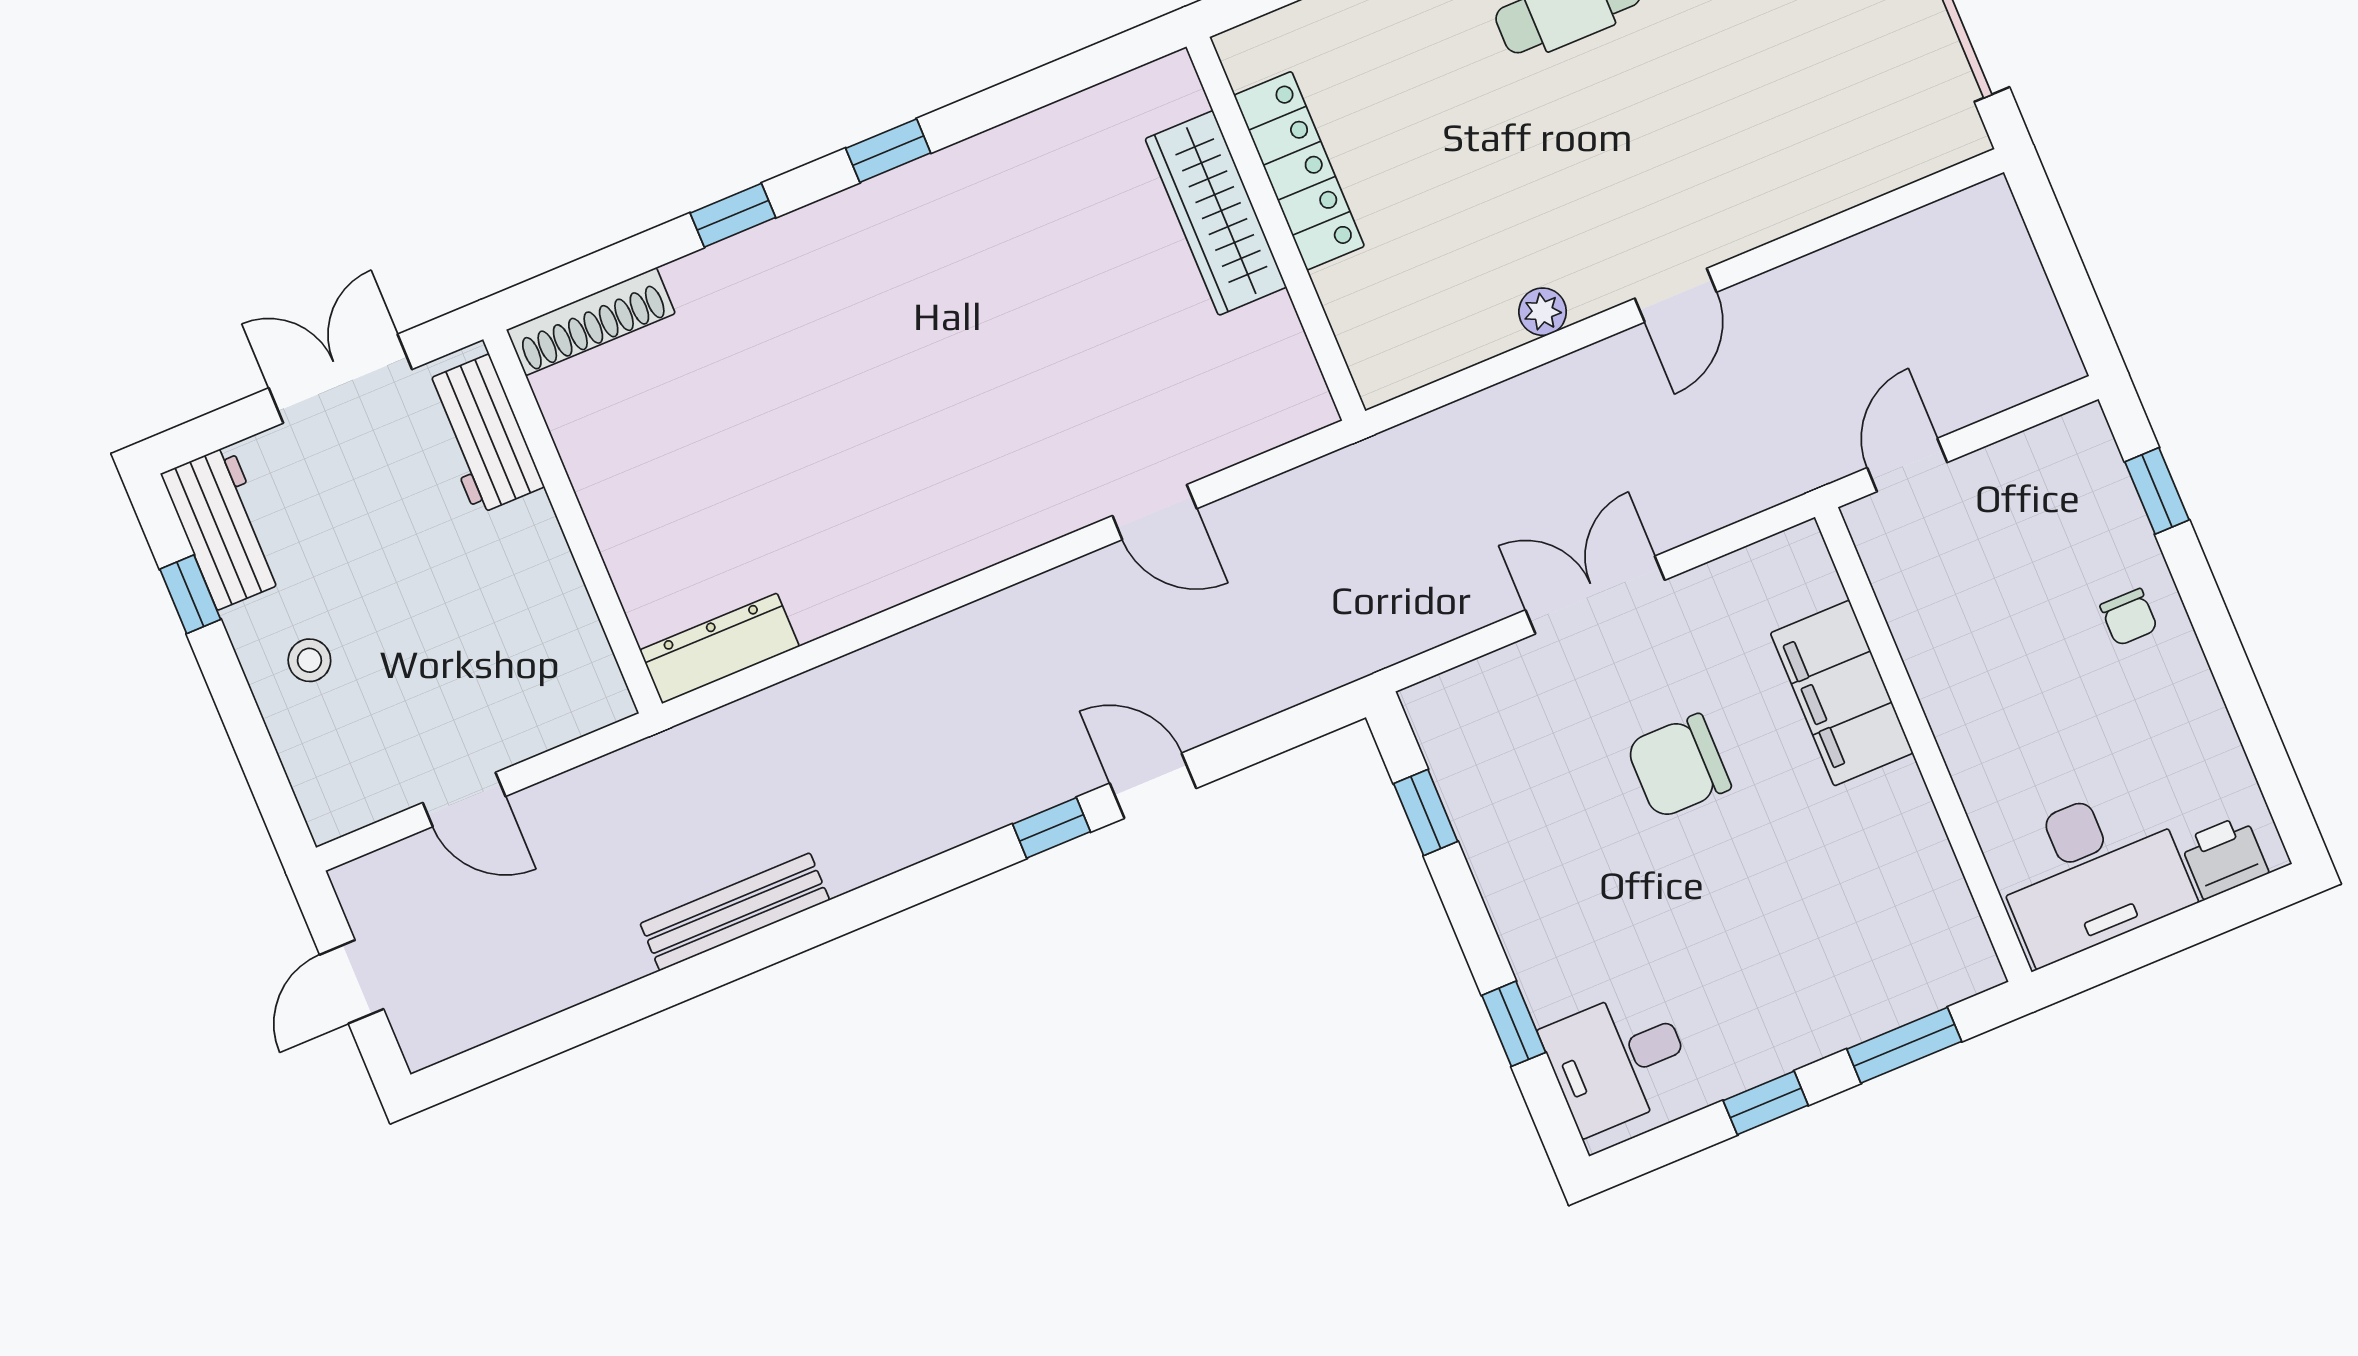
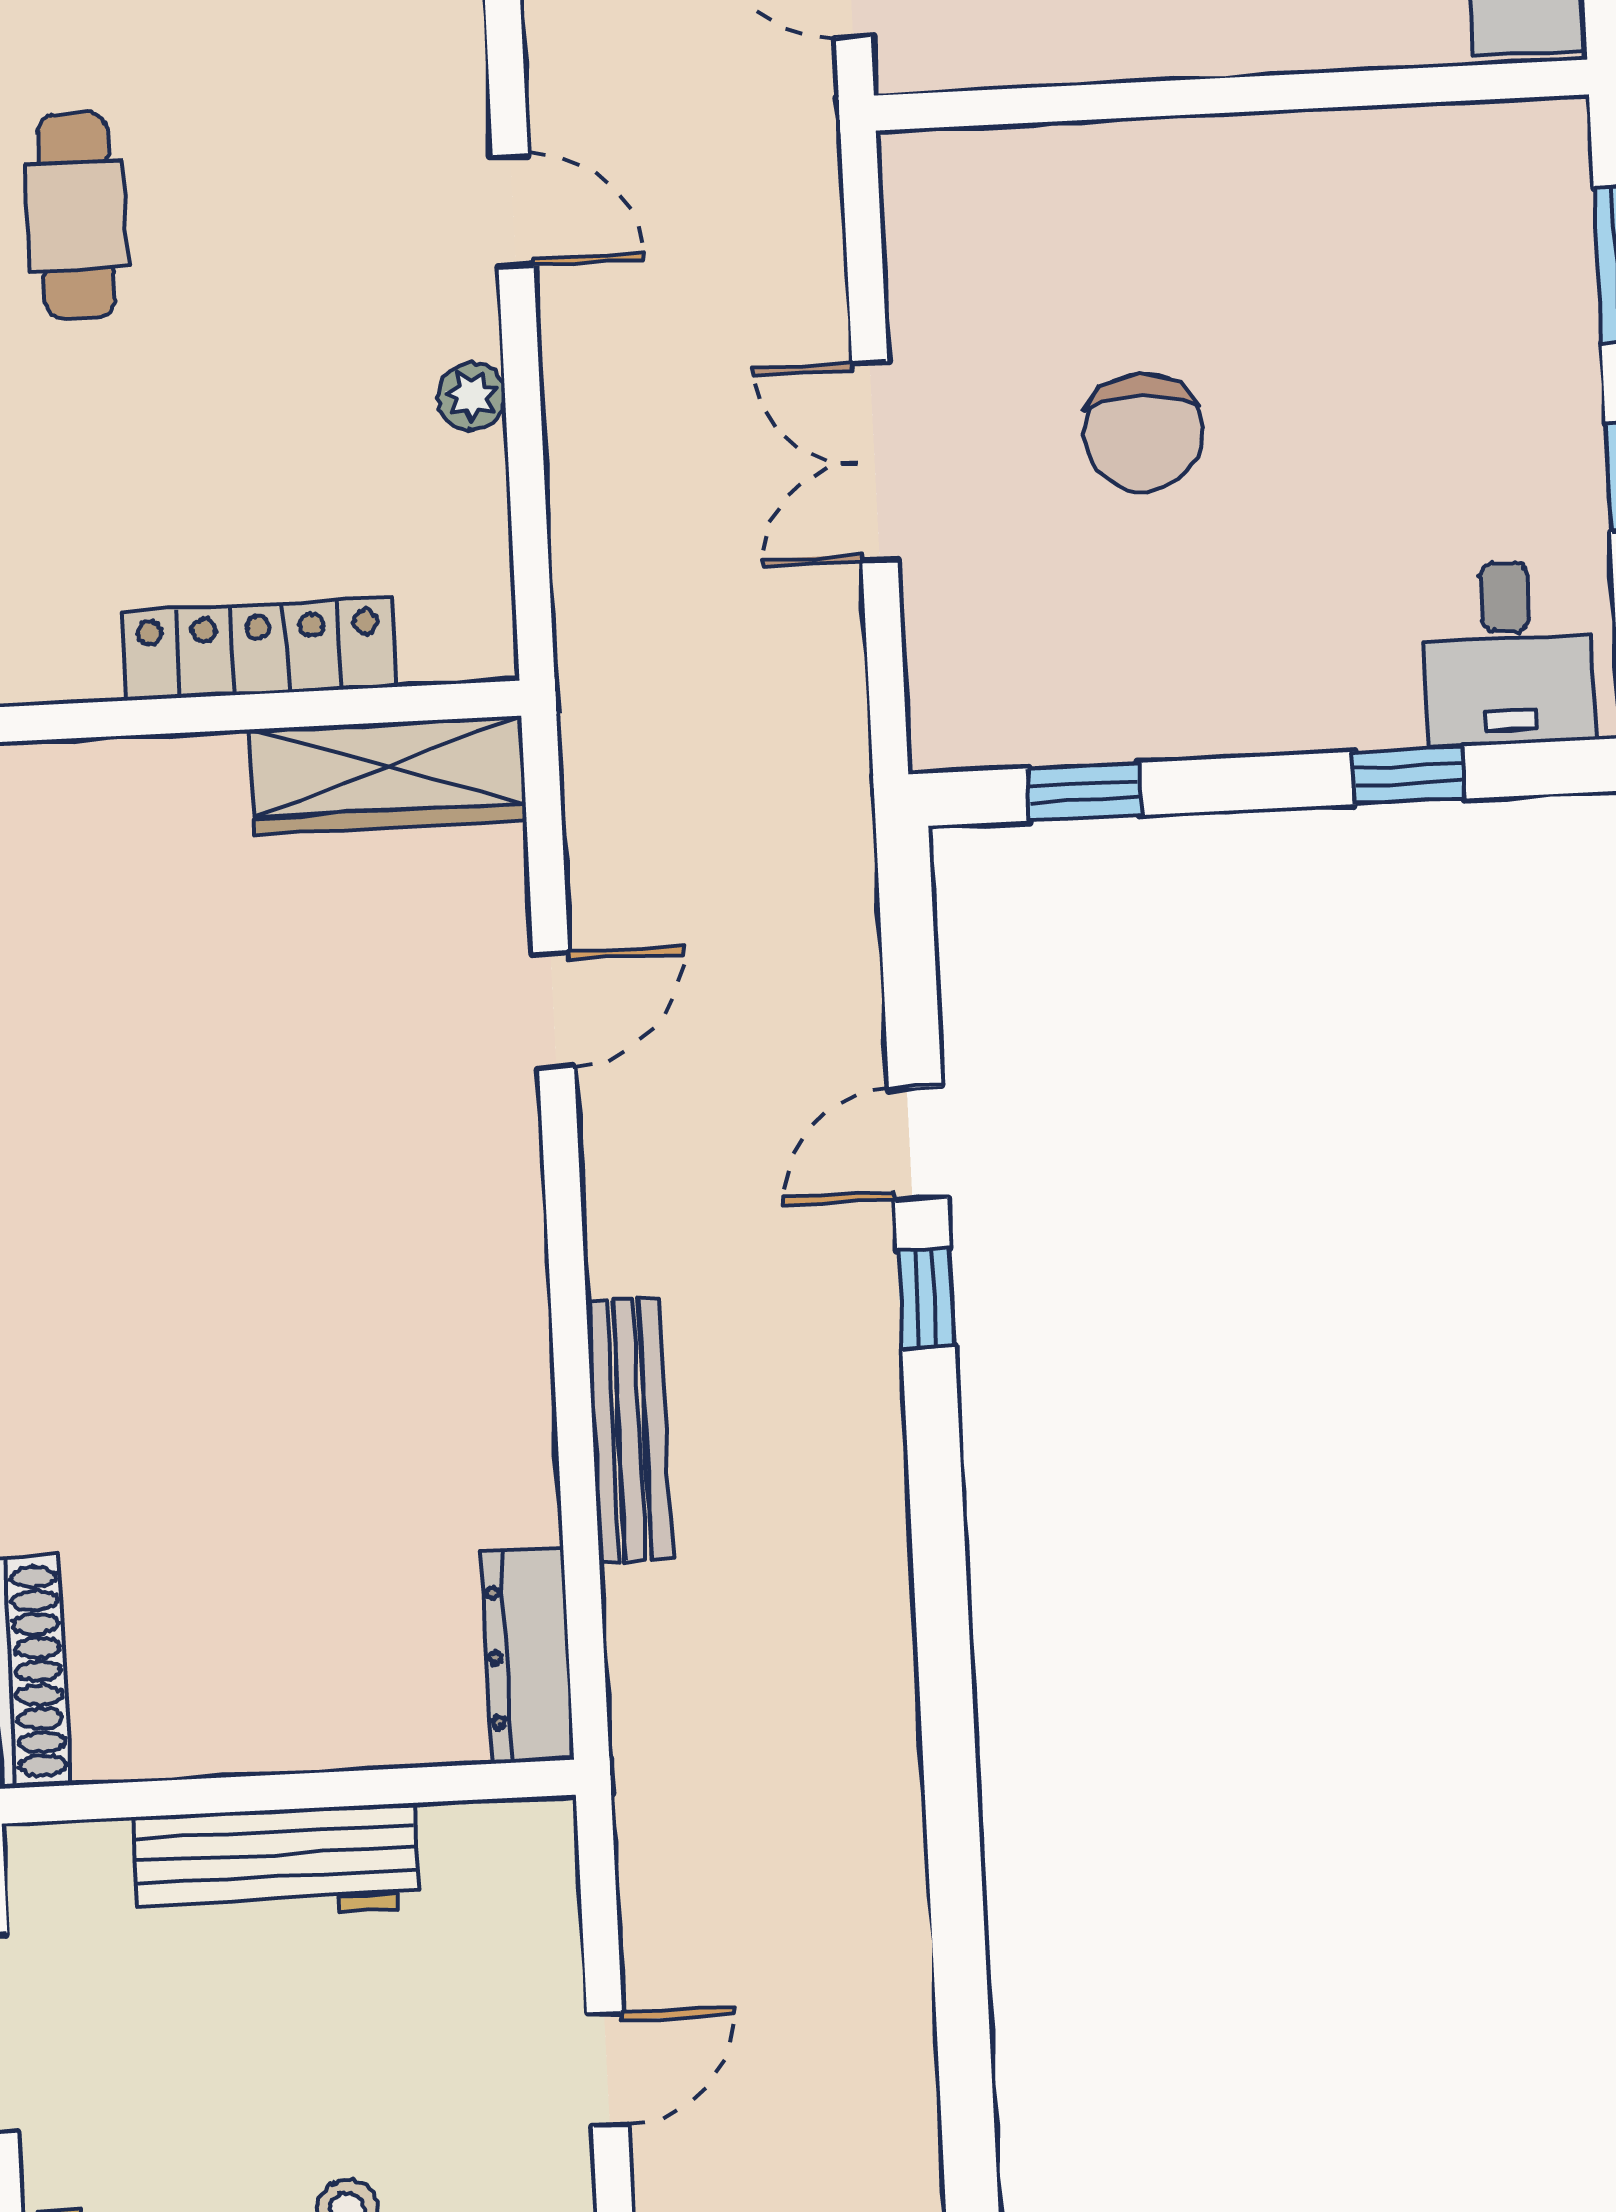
locker: (1299, 171) -> (259, 649), moved
wardrobe: (1216, 213) -> (388, 775), moved
workbench: (483, 435) -> (276, 1863), moved, width x1.38
filing cabinet: (1842, 693) -> (1124, 179), removed
bench: (735, 912) -> (629, 1430), moved

